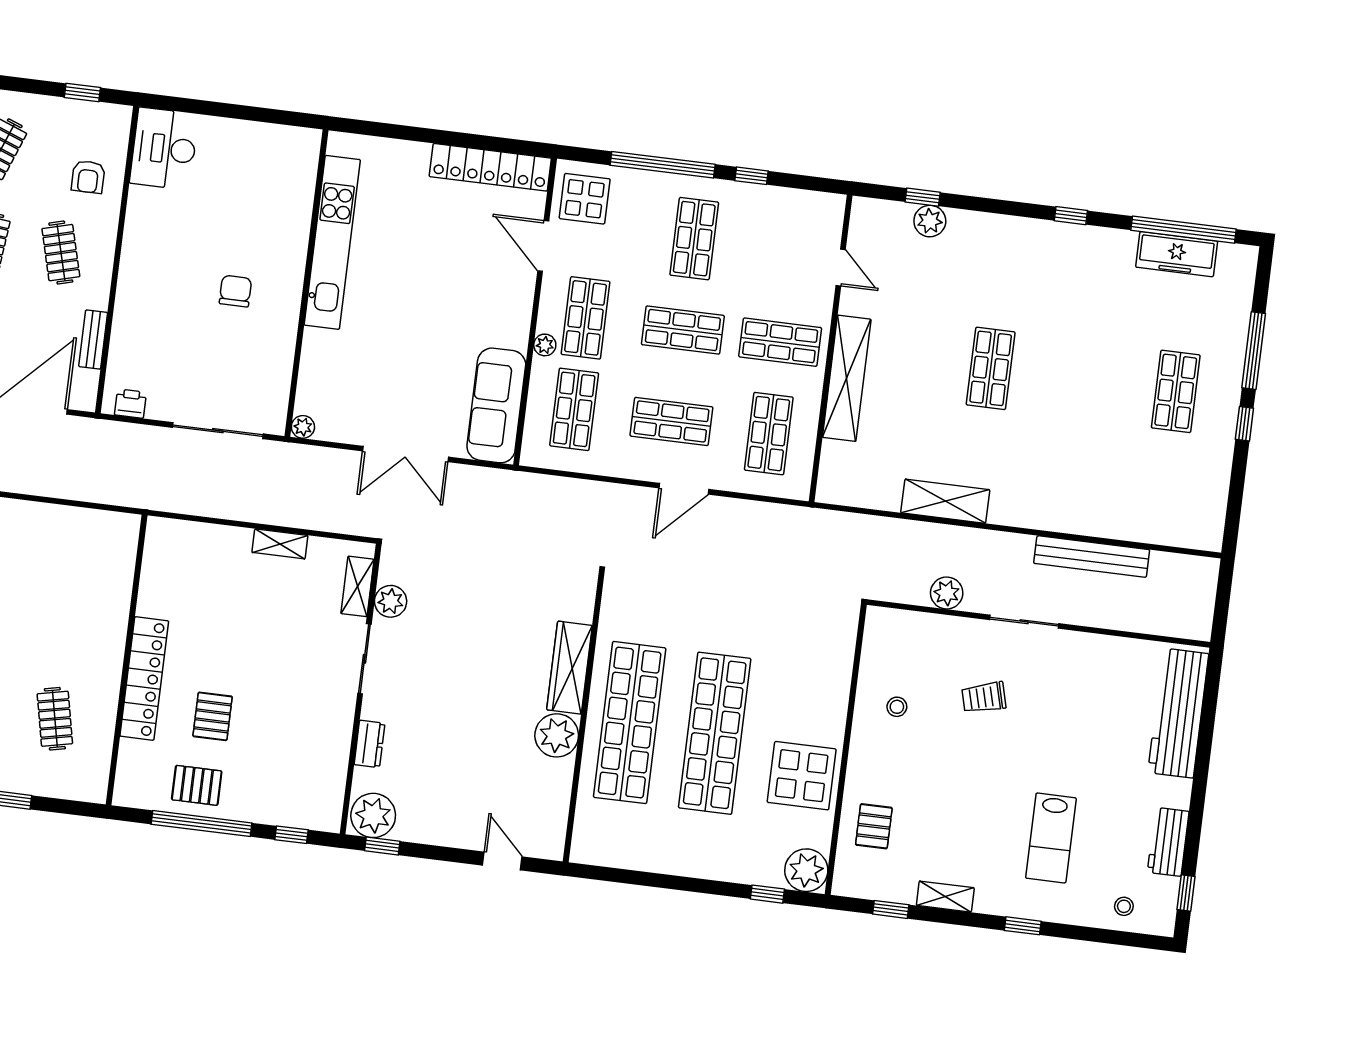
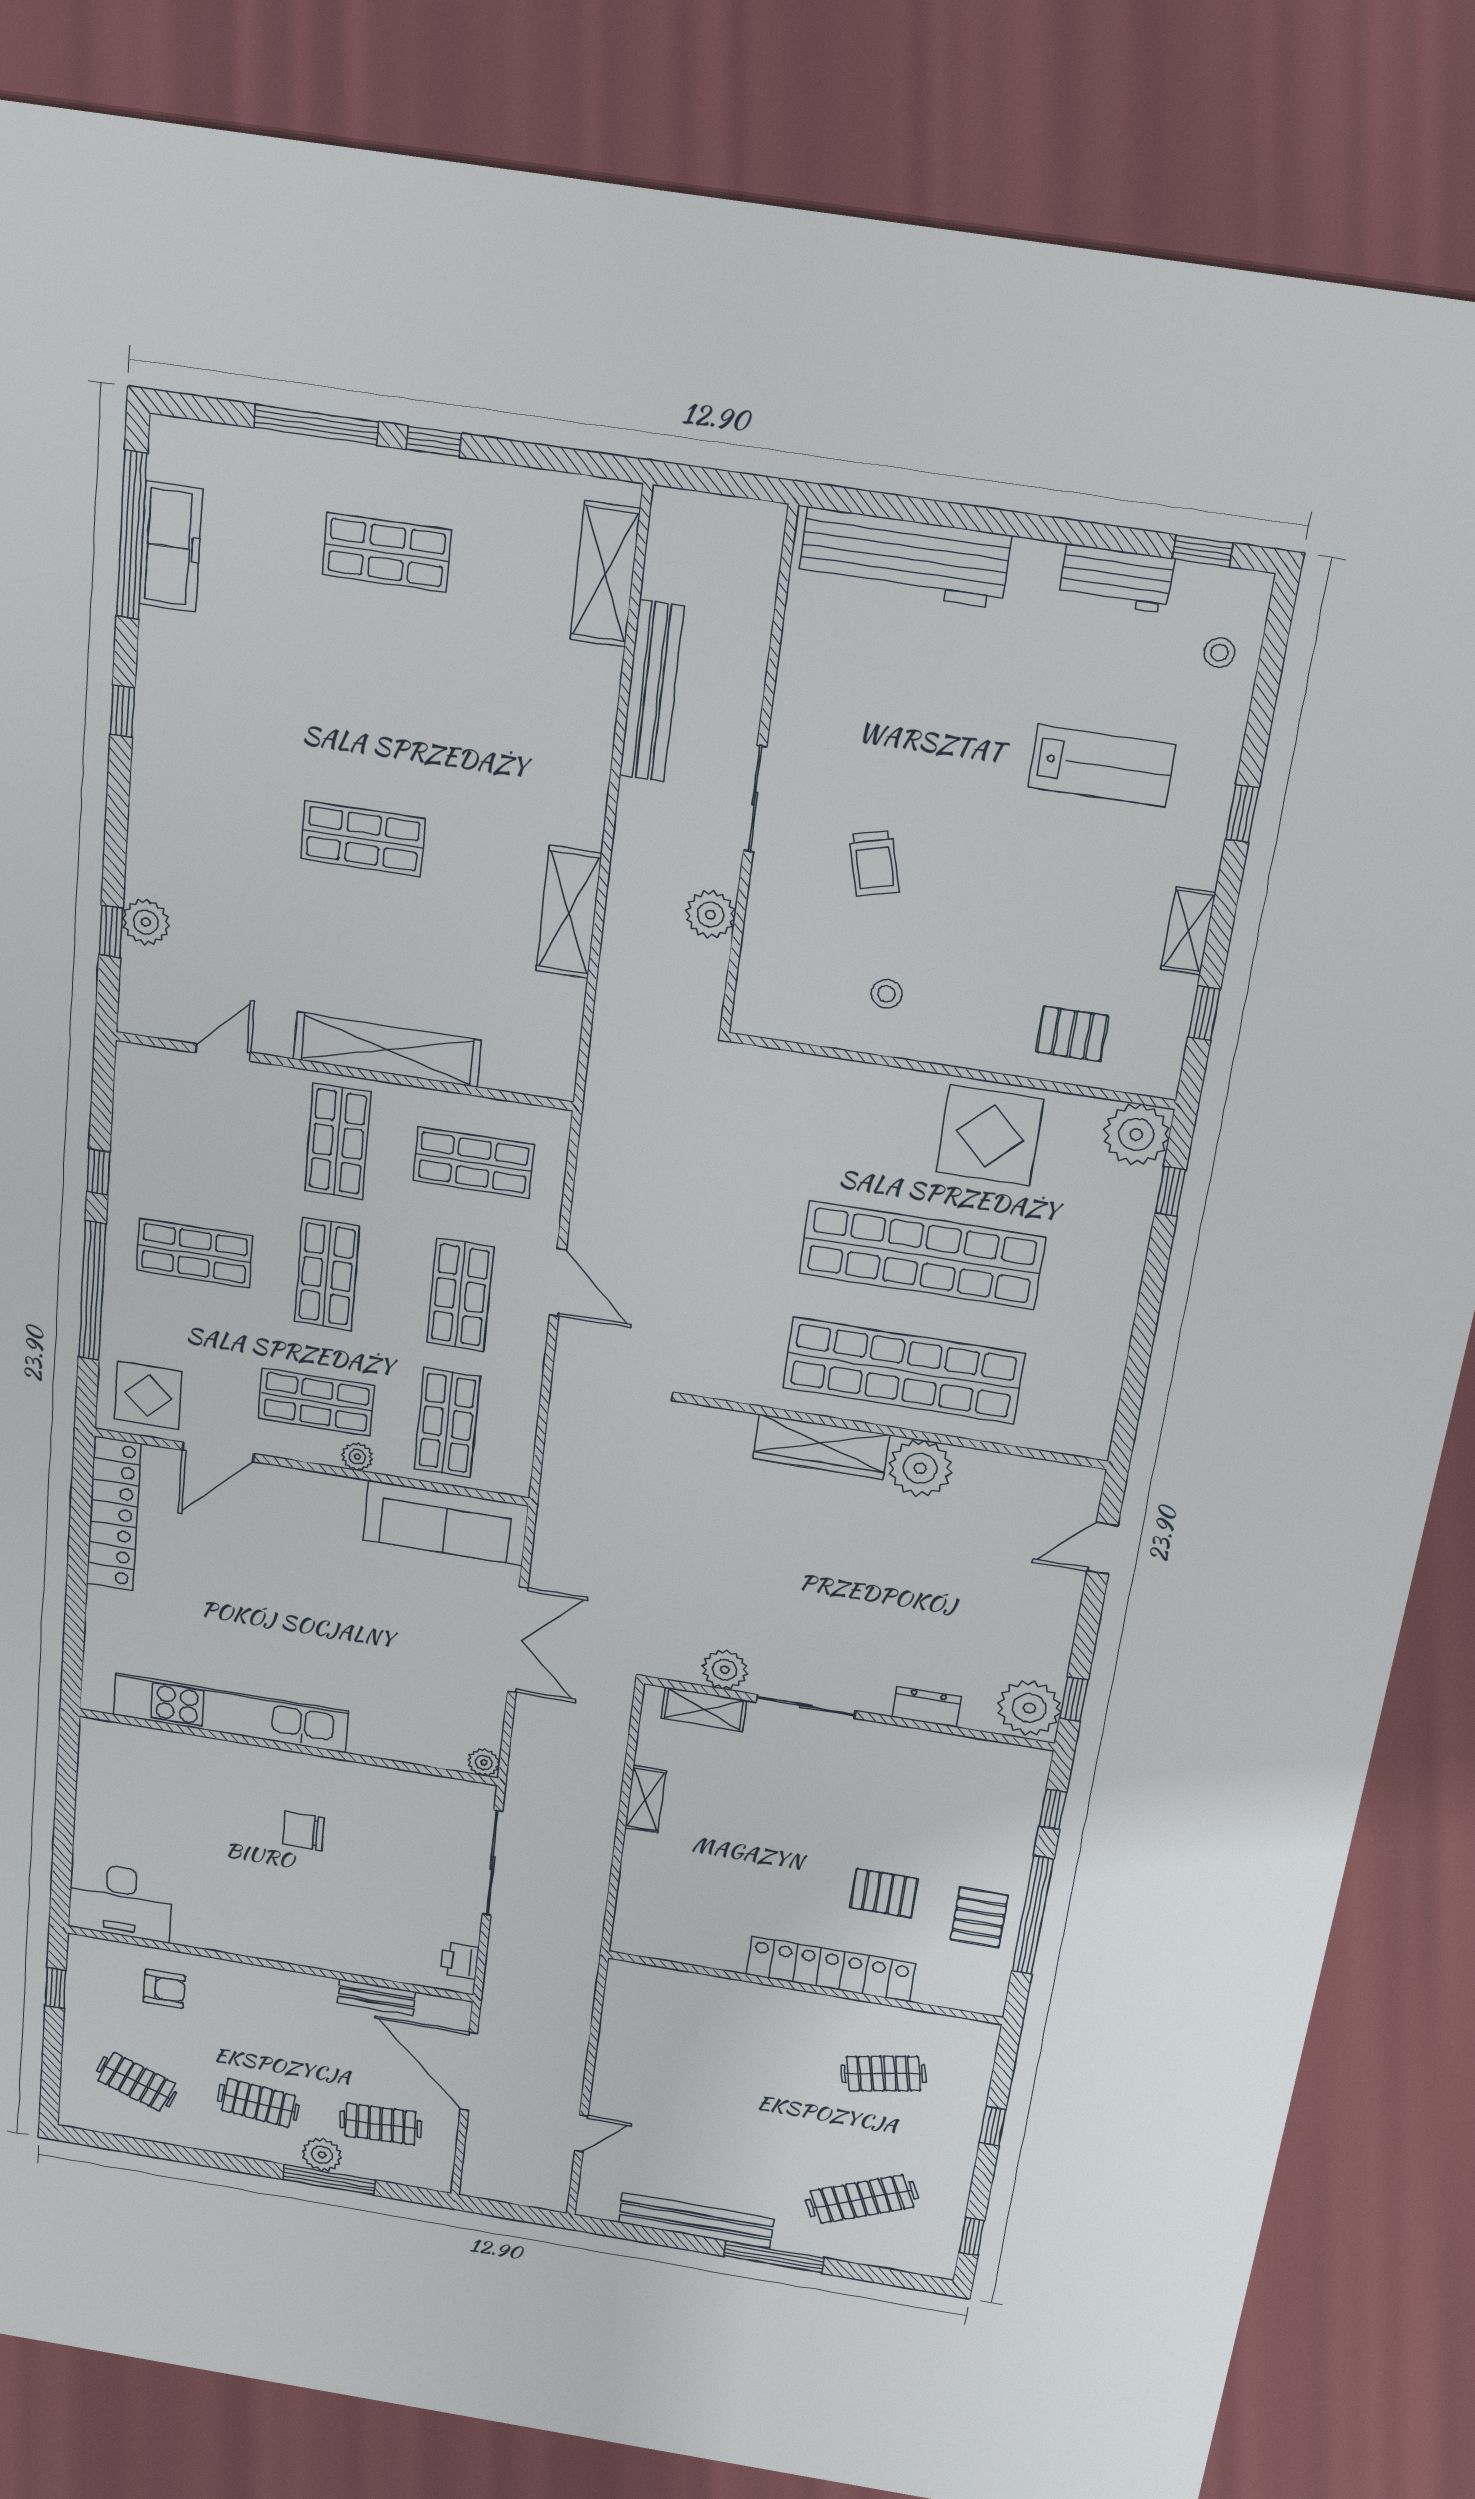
clothes rail: (61, 253) -> (265, 2026), removed
shop shelf: (574, 409) -> (447, 1423), turned 90
shelving: (1165, 528) -> (605, 574), added

